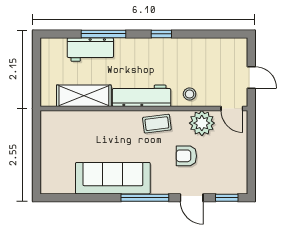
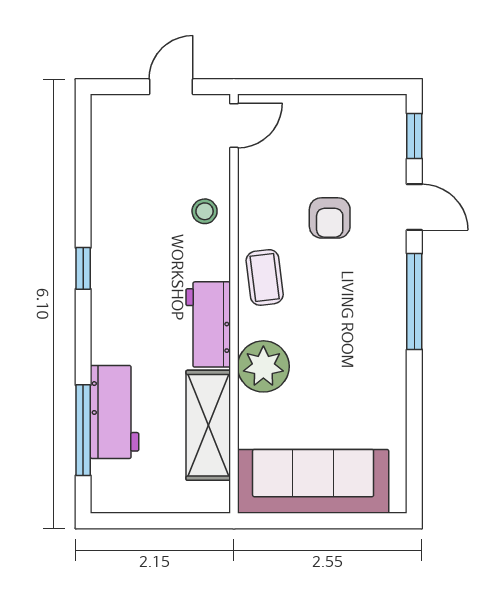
window: (104, 34) -> (83, 430), moved
workbench: (142, 96) -> (208, 324), width x0.73
plant: (202, 123) -> (263, 366), moved
sofa: (113, 178) -> (313, 481), moved, turned 90
door: (192, 198) -> (414, 207), hinge flipped

